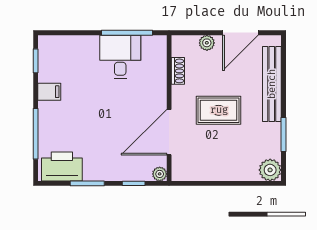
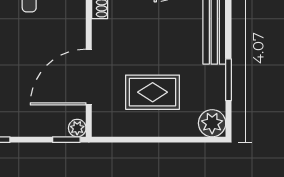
rug: (219, 110) -> (153, 92), moved
window: (134, 183) -> (66, 140), moved

